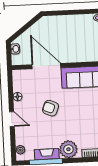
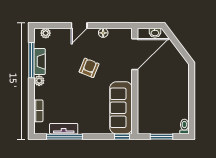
door: (46, 66) -> (135, 54), moved
plant: (68, 149) -> (39, 81), width x0.53, depth x0.53

